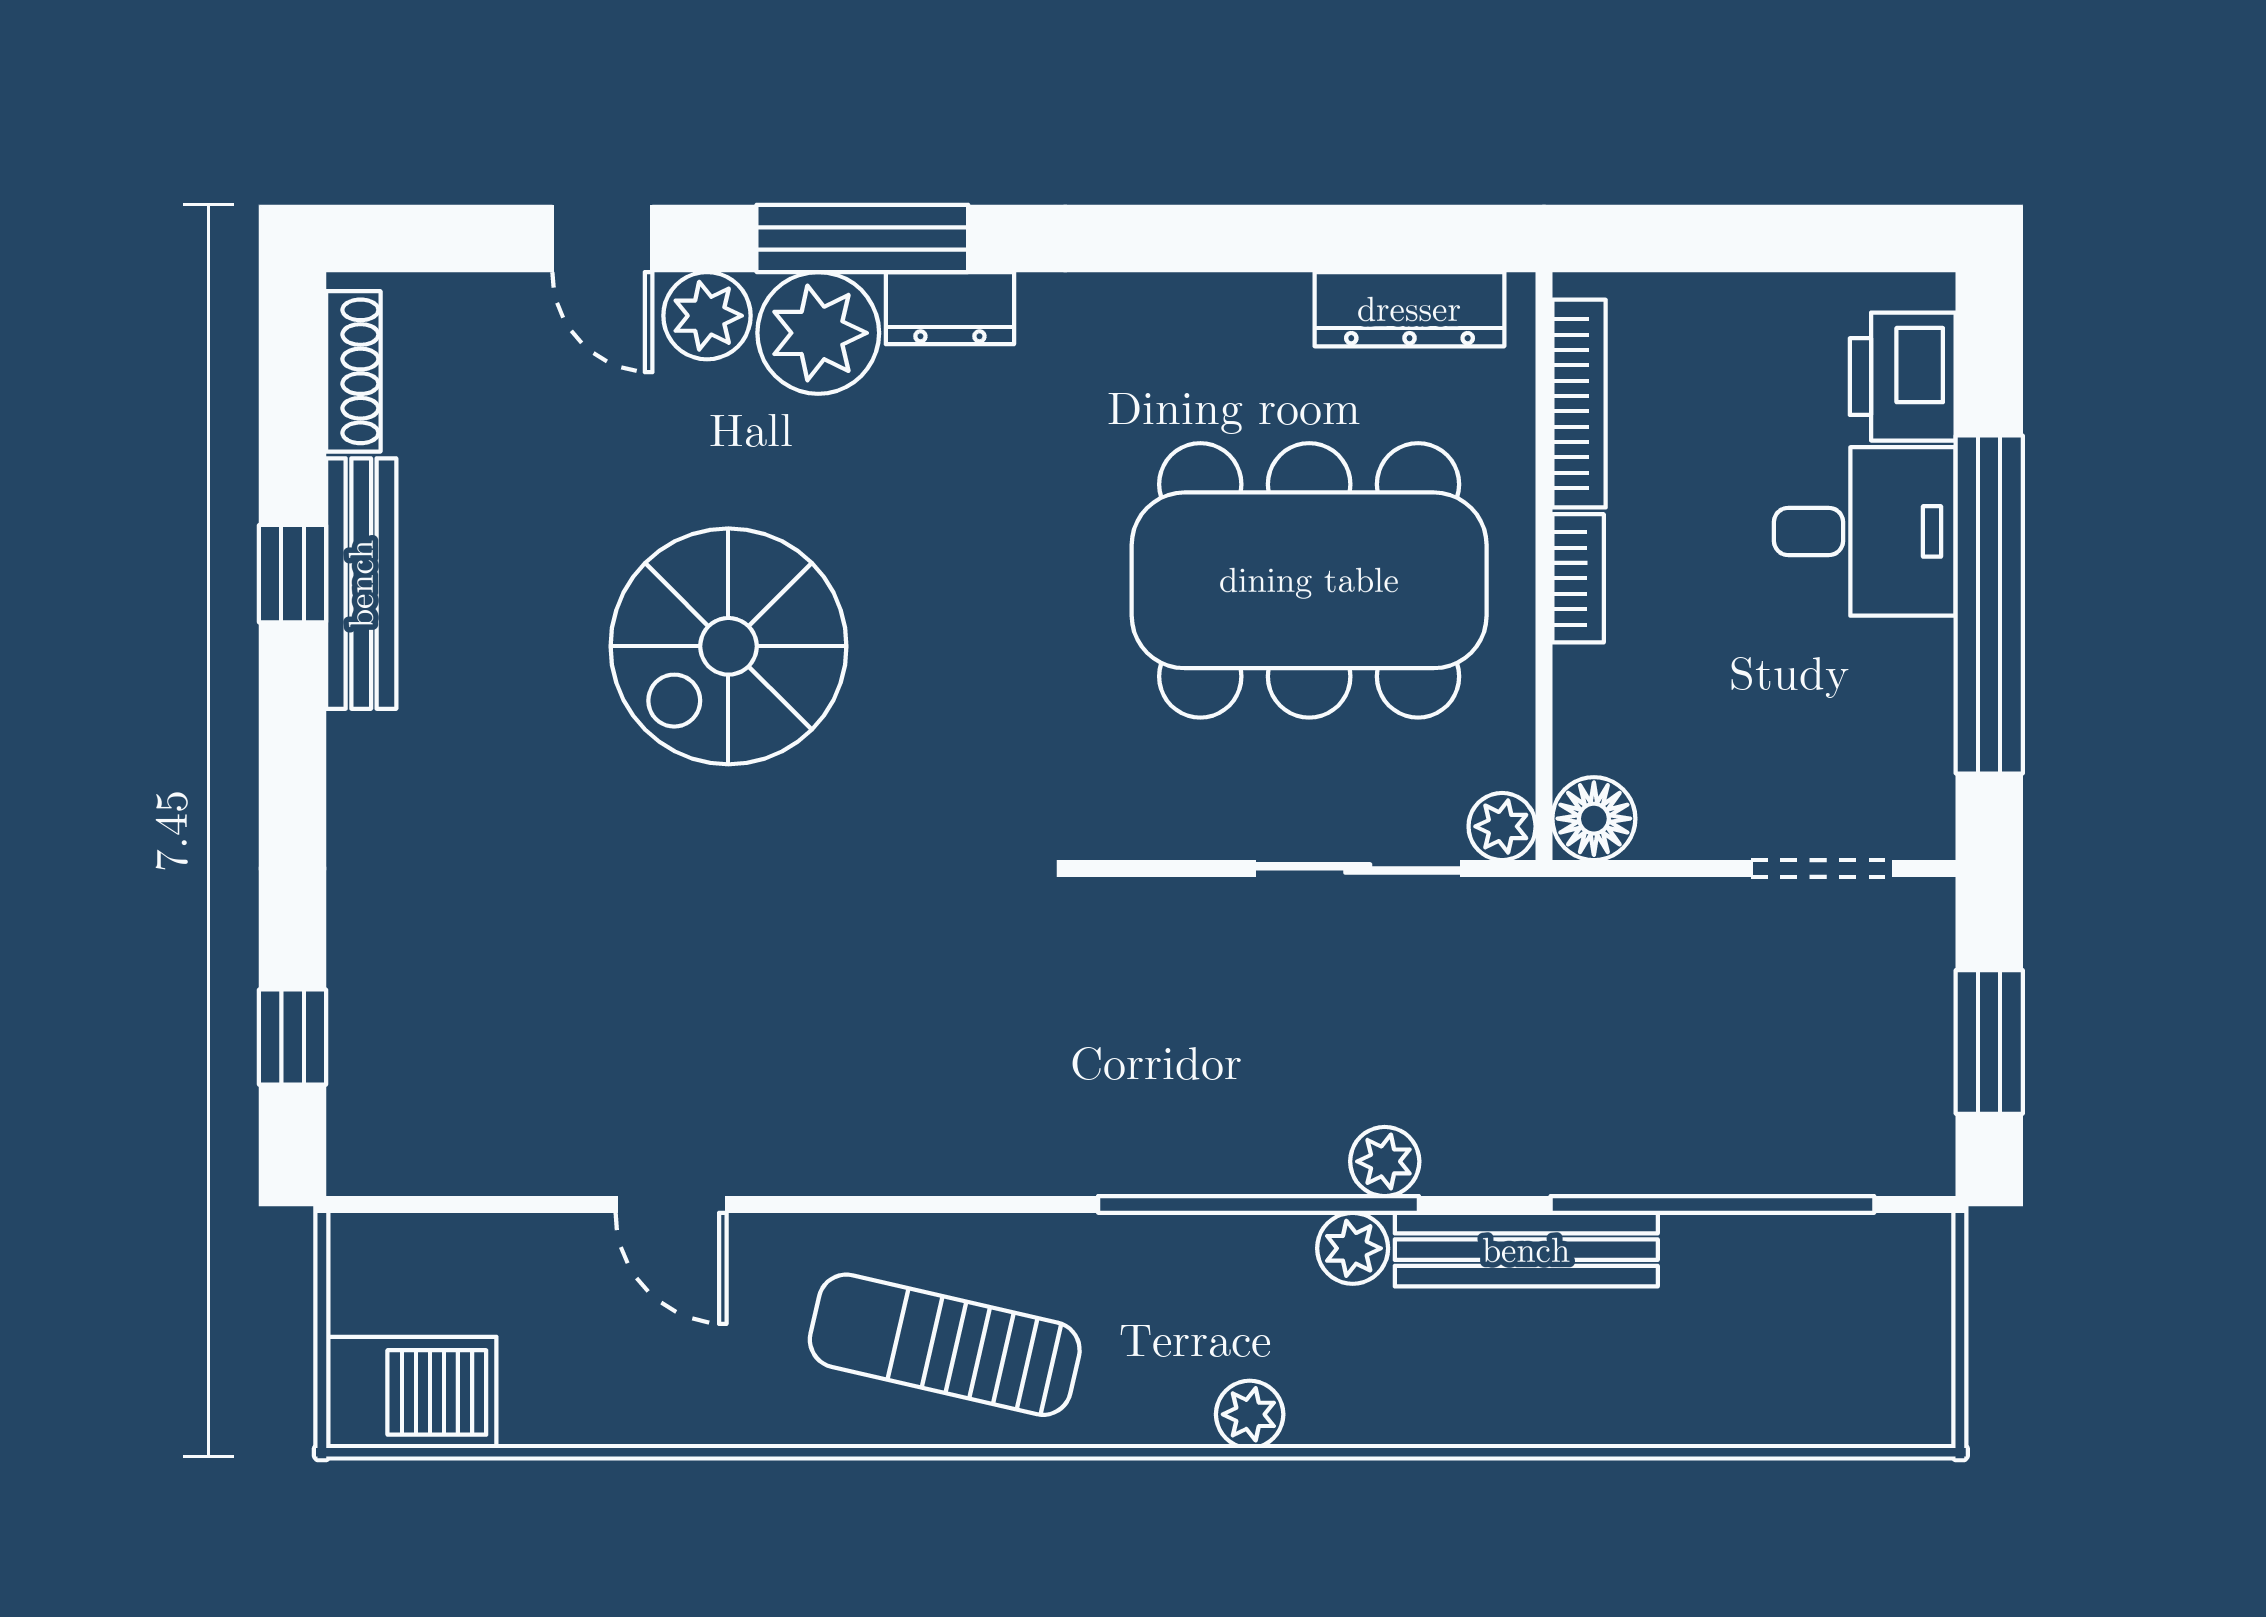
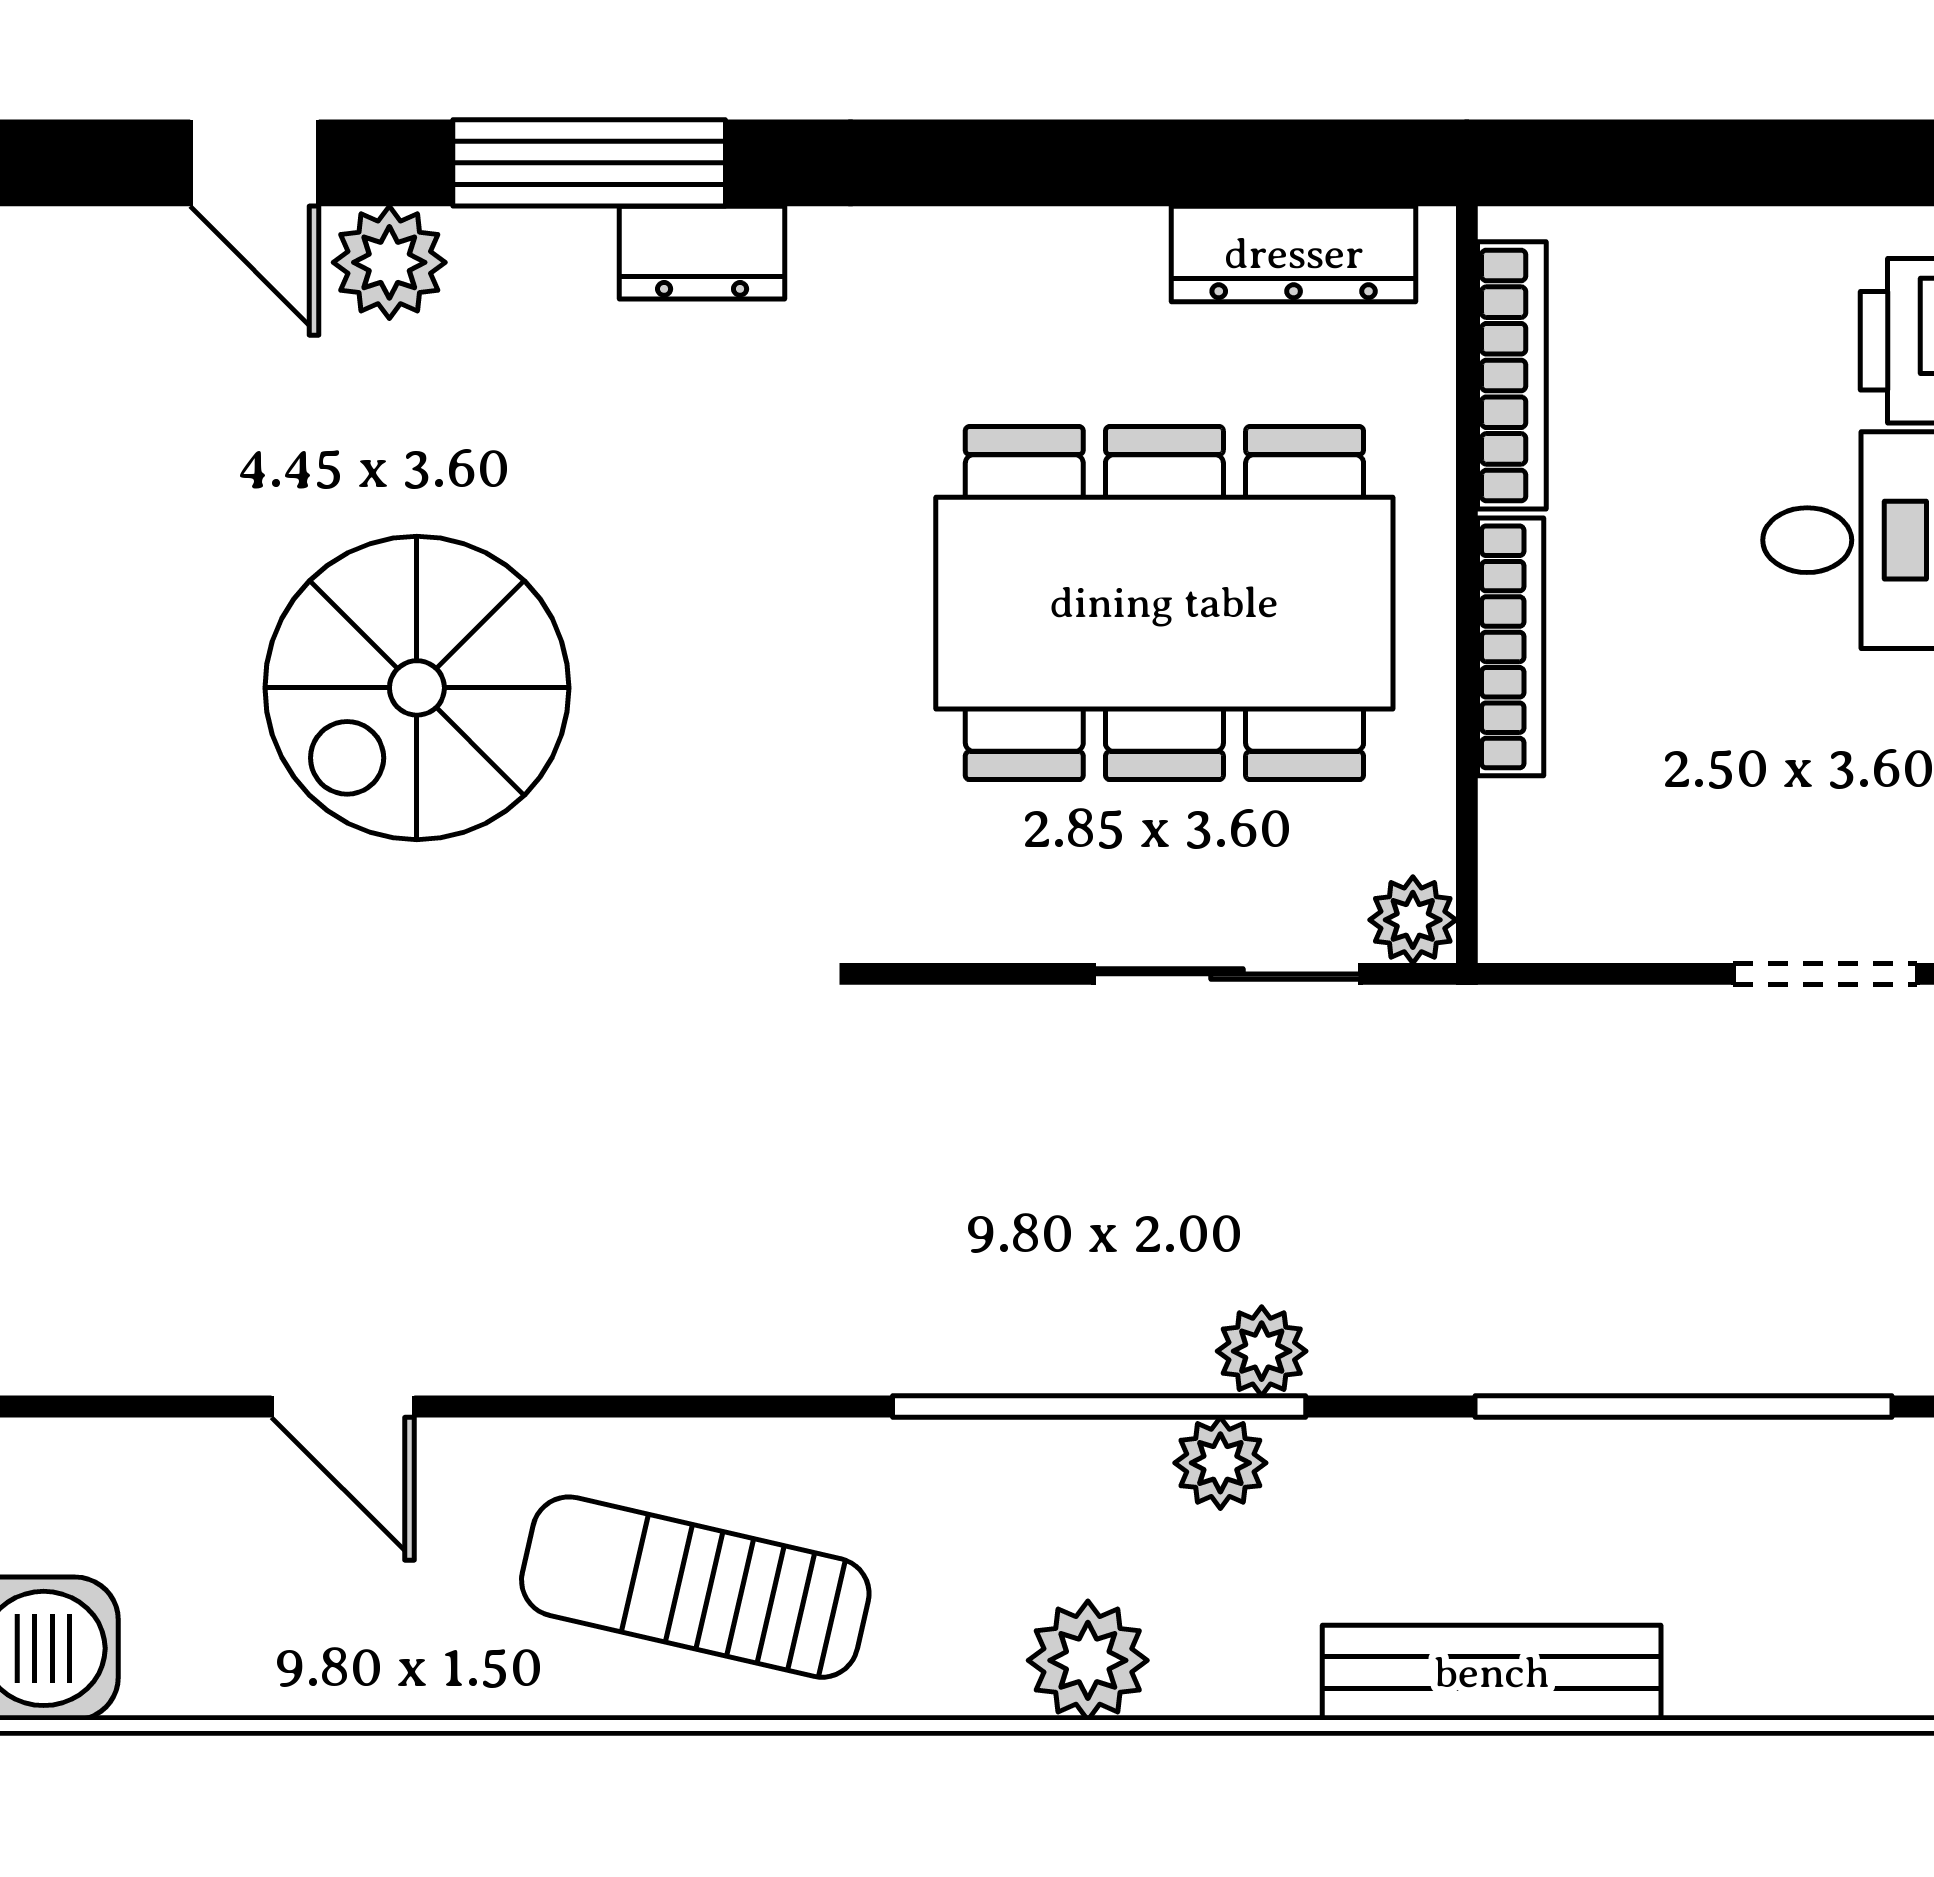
plant: (818, 333) -> (532, 285), removed
bookcase: (1578, 578) -> (1511, 647), width x1.56
floor lamp: (1594, 819) -> (1531, 910), removed
bench: (1526, 1250) -> (1492, 1673), moved
plant: (1250, 1414) -> (1088, 1660), width x1.38, depth x1.38

